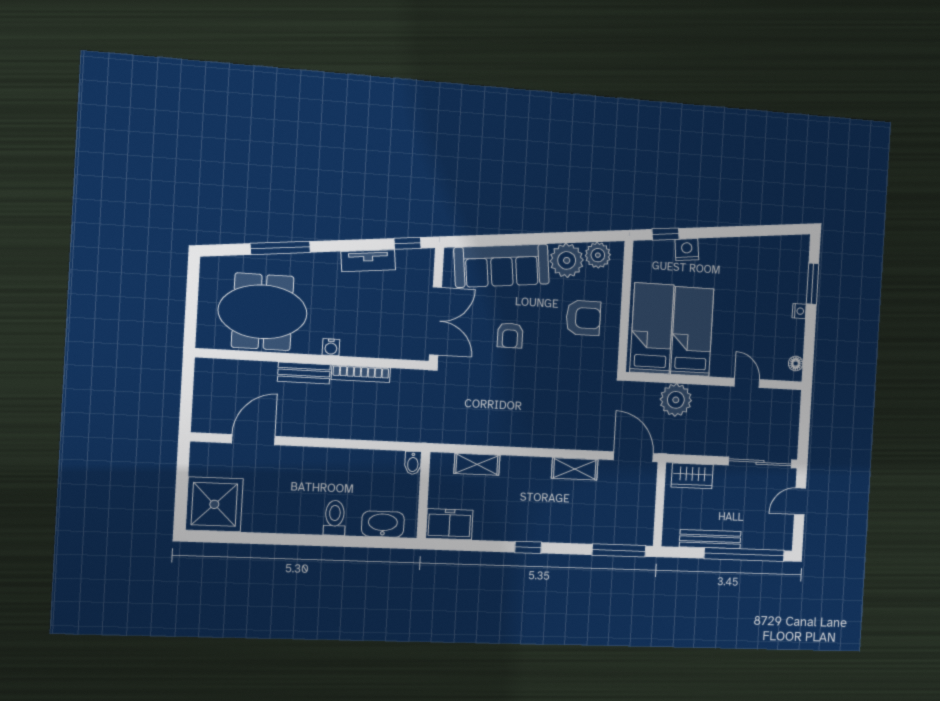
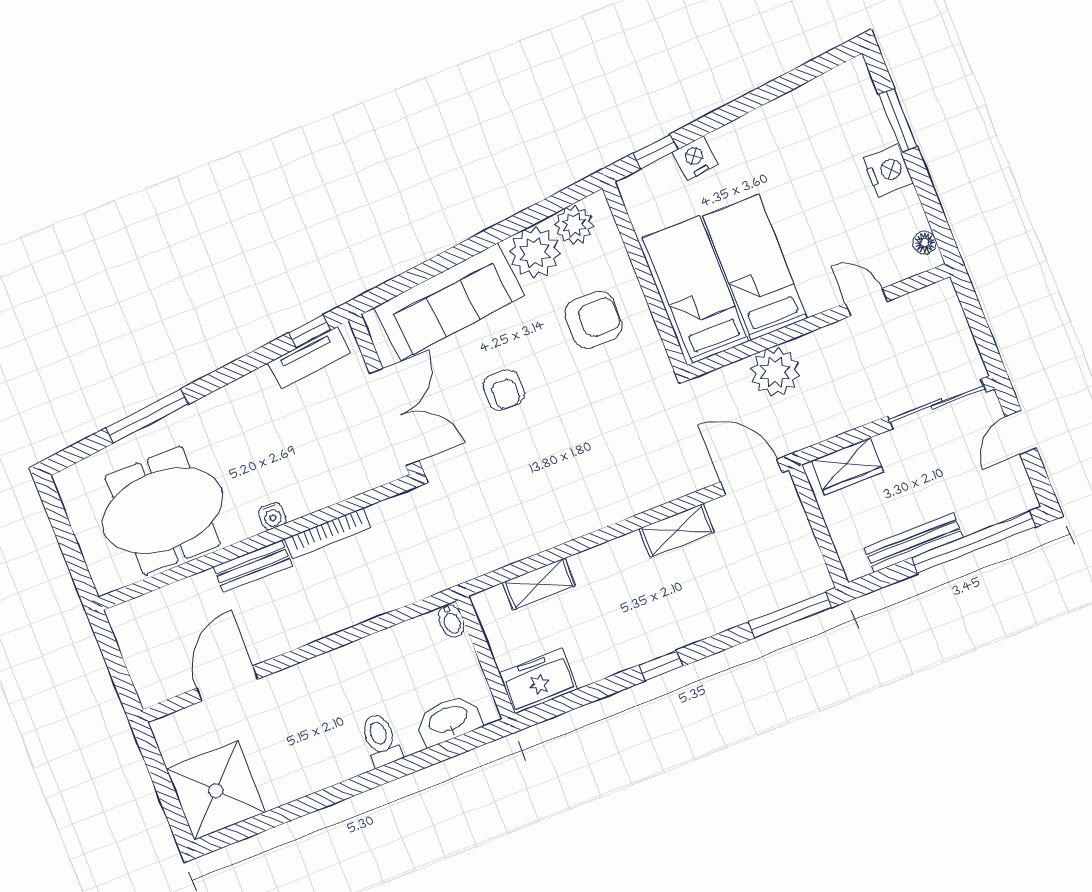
tv unit: (368, 261) -> (309, 358), moved
nightstand: (799, 311) -> (888, 170), width x1.89, depth x1.79

